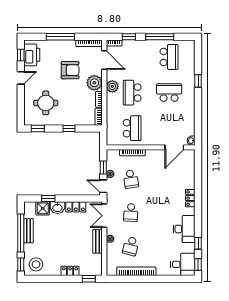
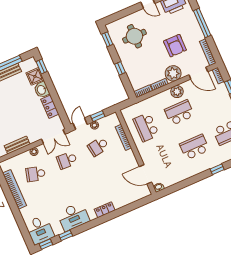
door: (104, 60) -> (198, 73), hinge flipped
school desk: (169, 93) -> (194, 147), turned -90
school desk: (132, 128) -> (146, 127), turned 90
window: (48, 198) -> (42, 67), moved
double door: (104, 216) -> (53, 137), swing flipped
bench: (97, 241) -> (17, 145), moved

